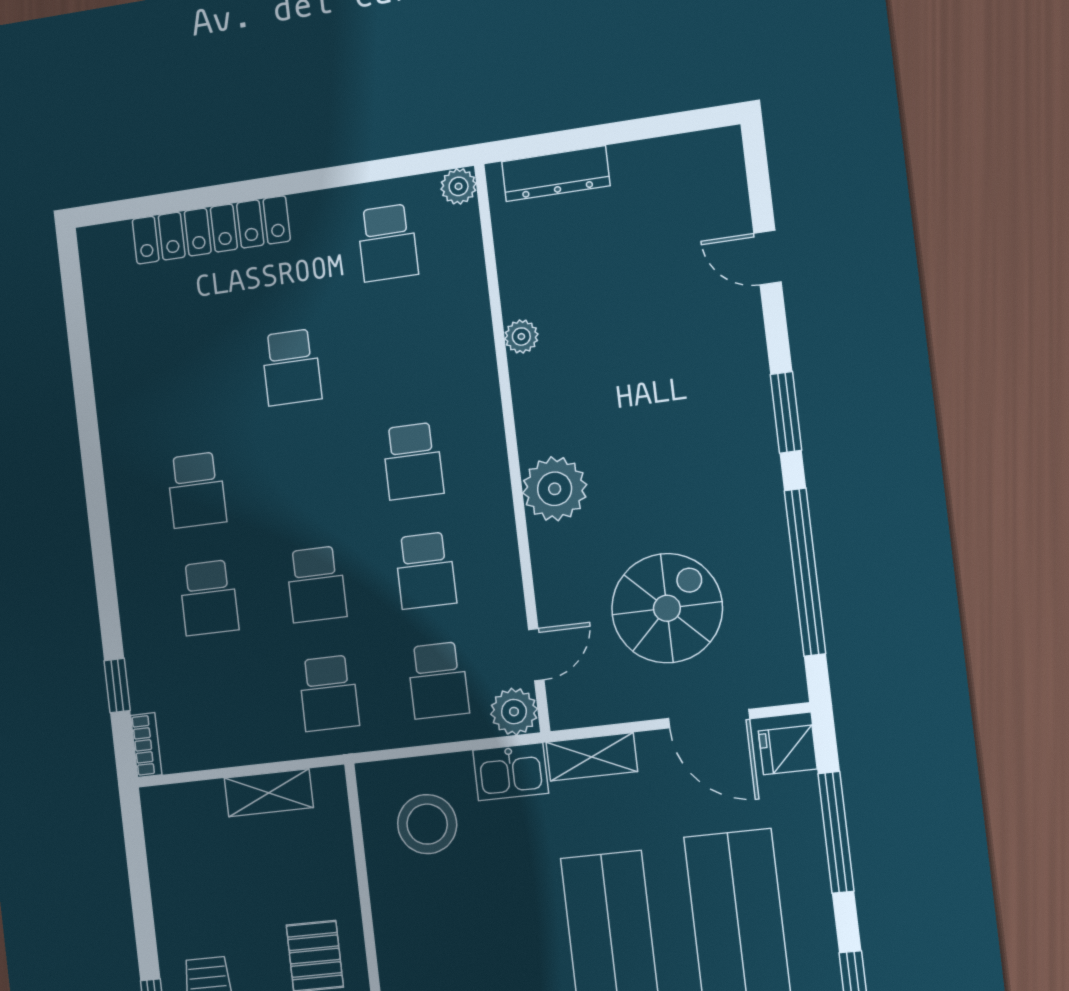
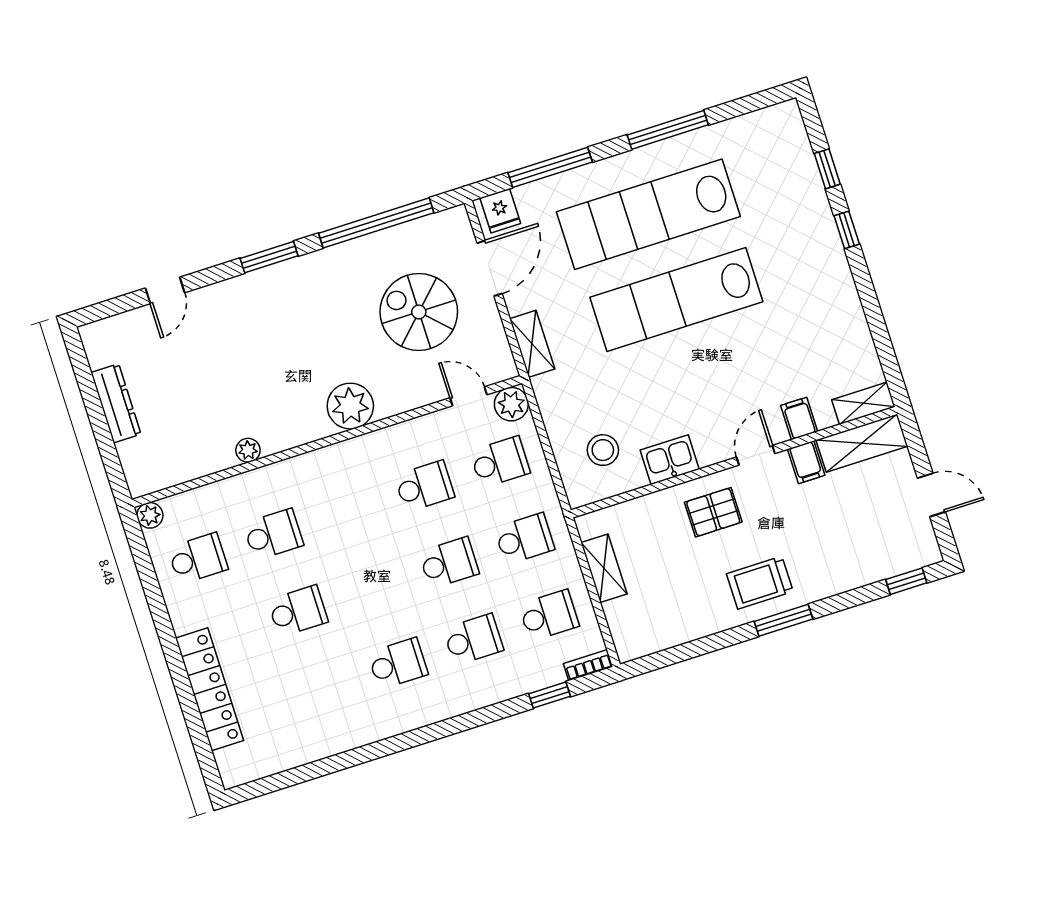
dresser: (556, 174) -> (116, 403), moved
school desk: (413, 461) -> (273, 534), moved
school desk: (221, 706) -> (549, 615), added
kitchen sink: (511, 772) -> (670, 460), moved, turned -90
stool: (427, 824) -> (603, 450), width x0.73, depth x0.73

